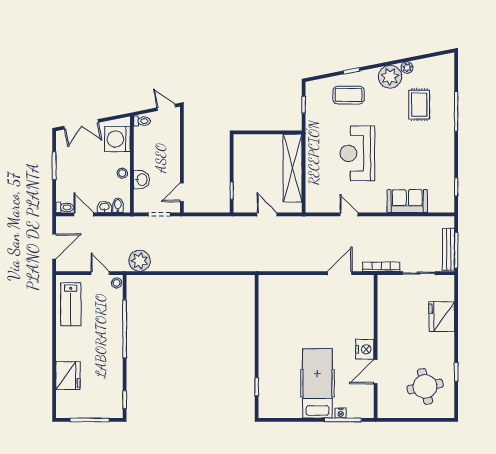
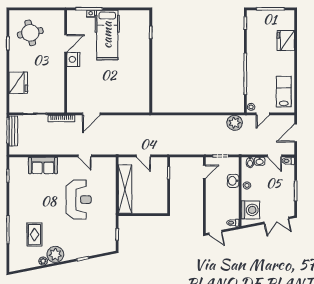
coffee table: (349, 95) -> (85, 241), removed
double door: (81, 124) -> (276, 220), swing flipped
door: (100, 273) -> (263, 114), hinge flipped

